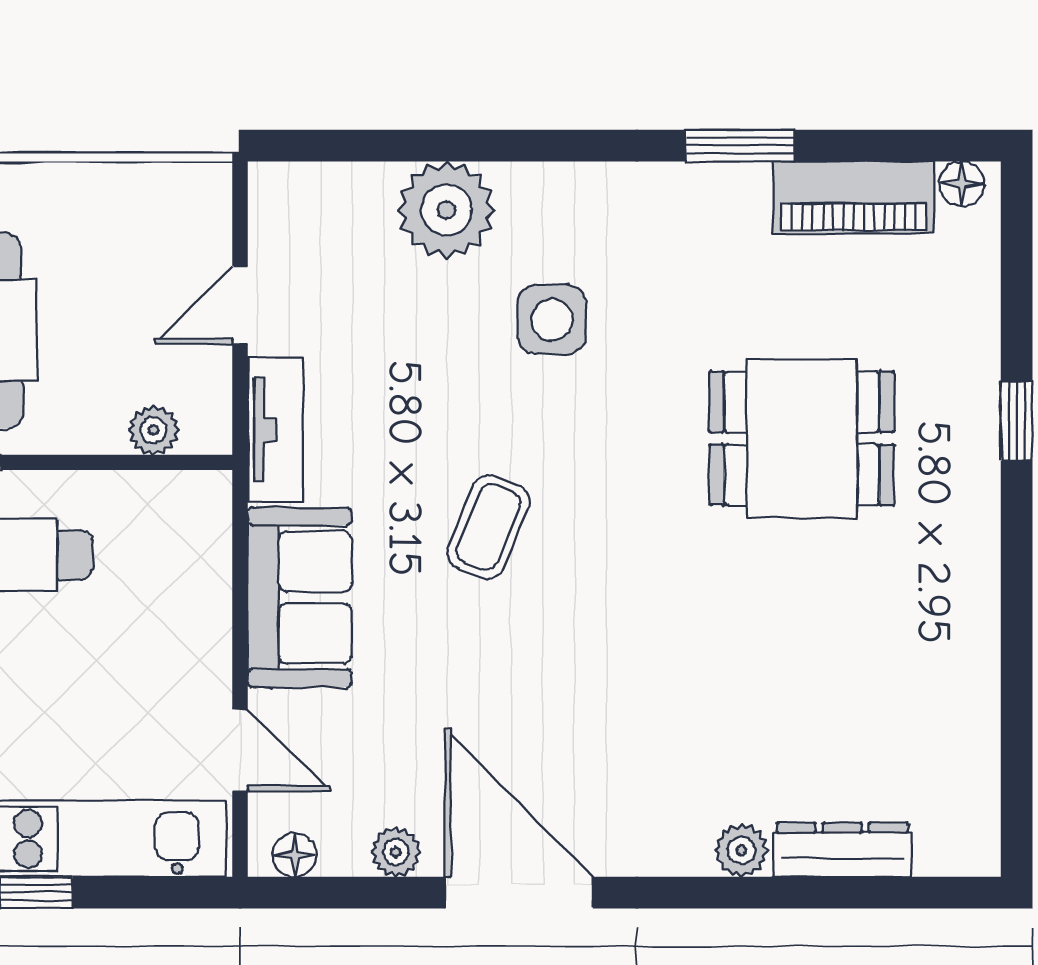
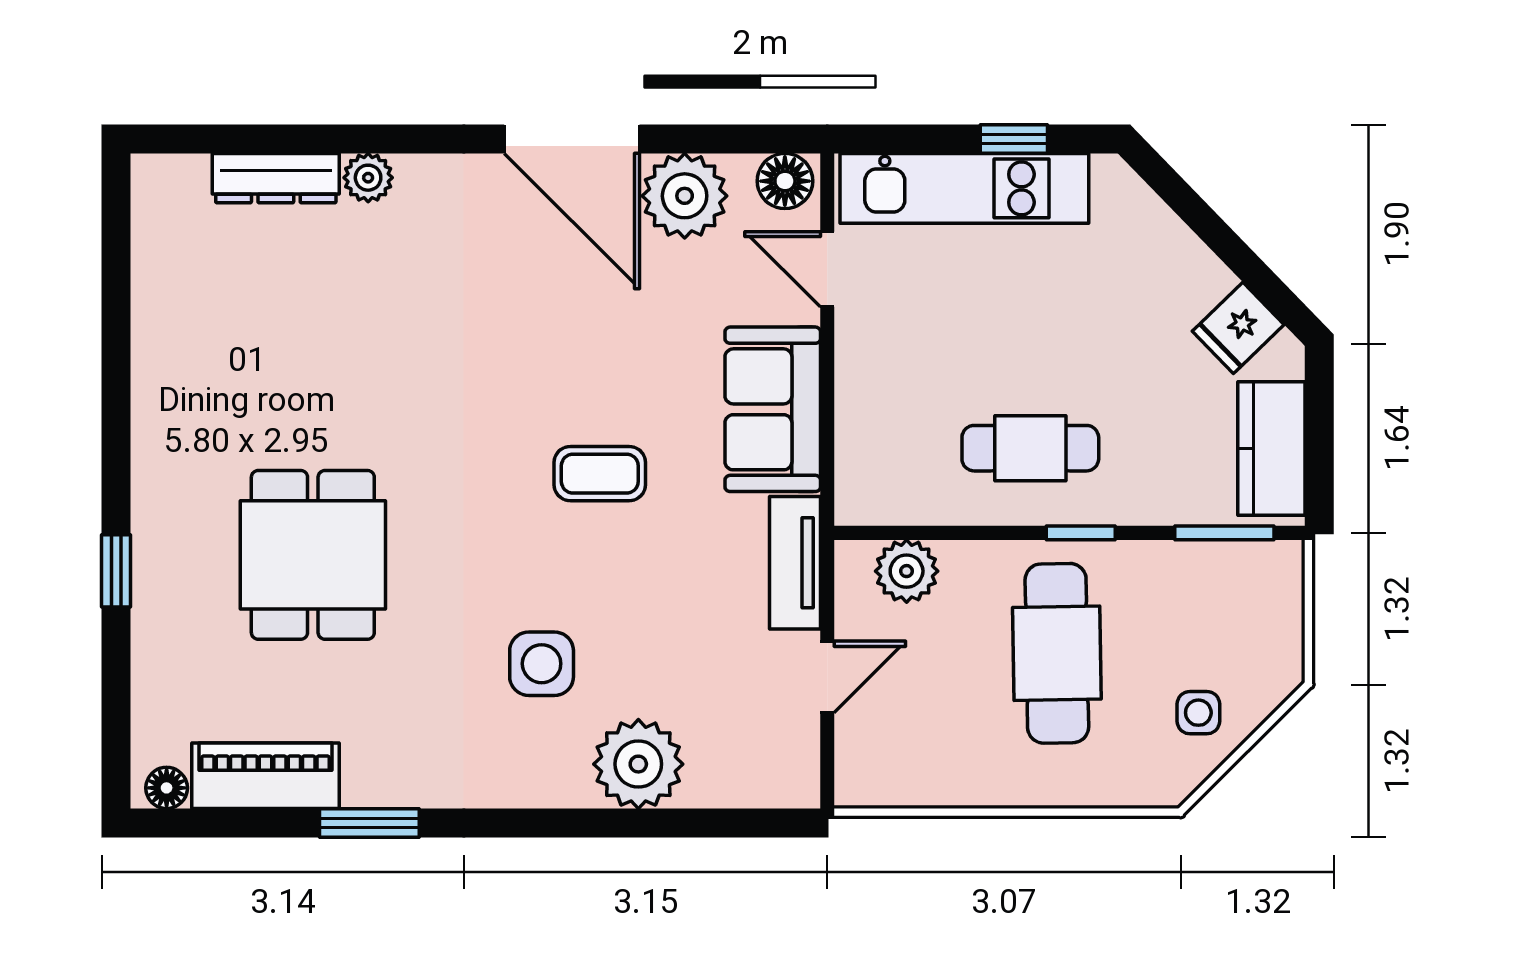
plant: (153, 430) -> (907, 571), width x1.38, depth x1.38
dining table: (802, 438) -> (313, 555), turned 90
coffee table: (488, 527) -> (600, 474), turned 68
plant: (396, 852) -> (685, 196), width x1.88, depth x1.88
floor lamp: (294, 855) -> (785, 181), width x1.37, depth x1.37

